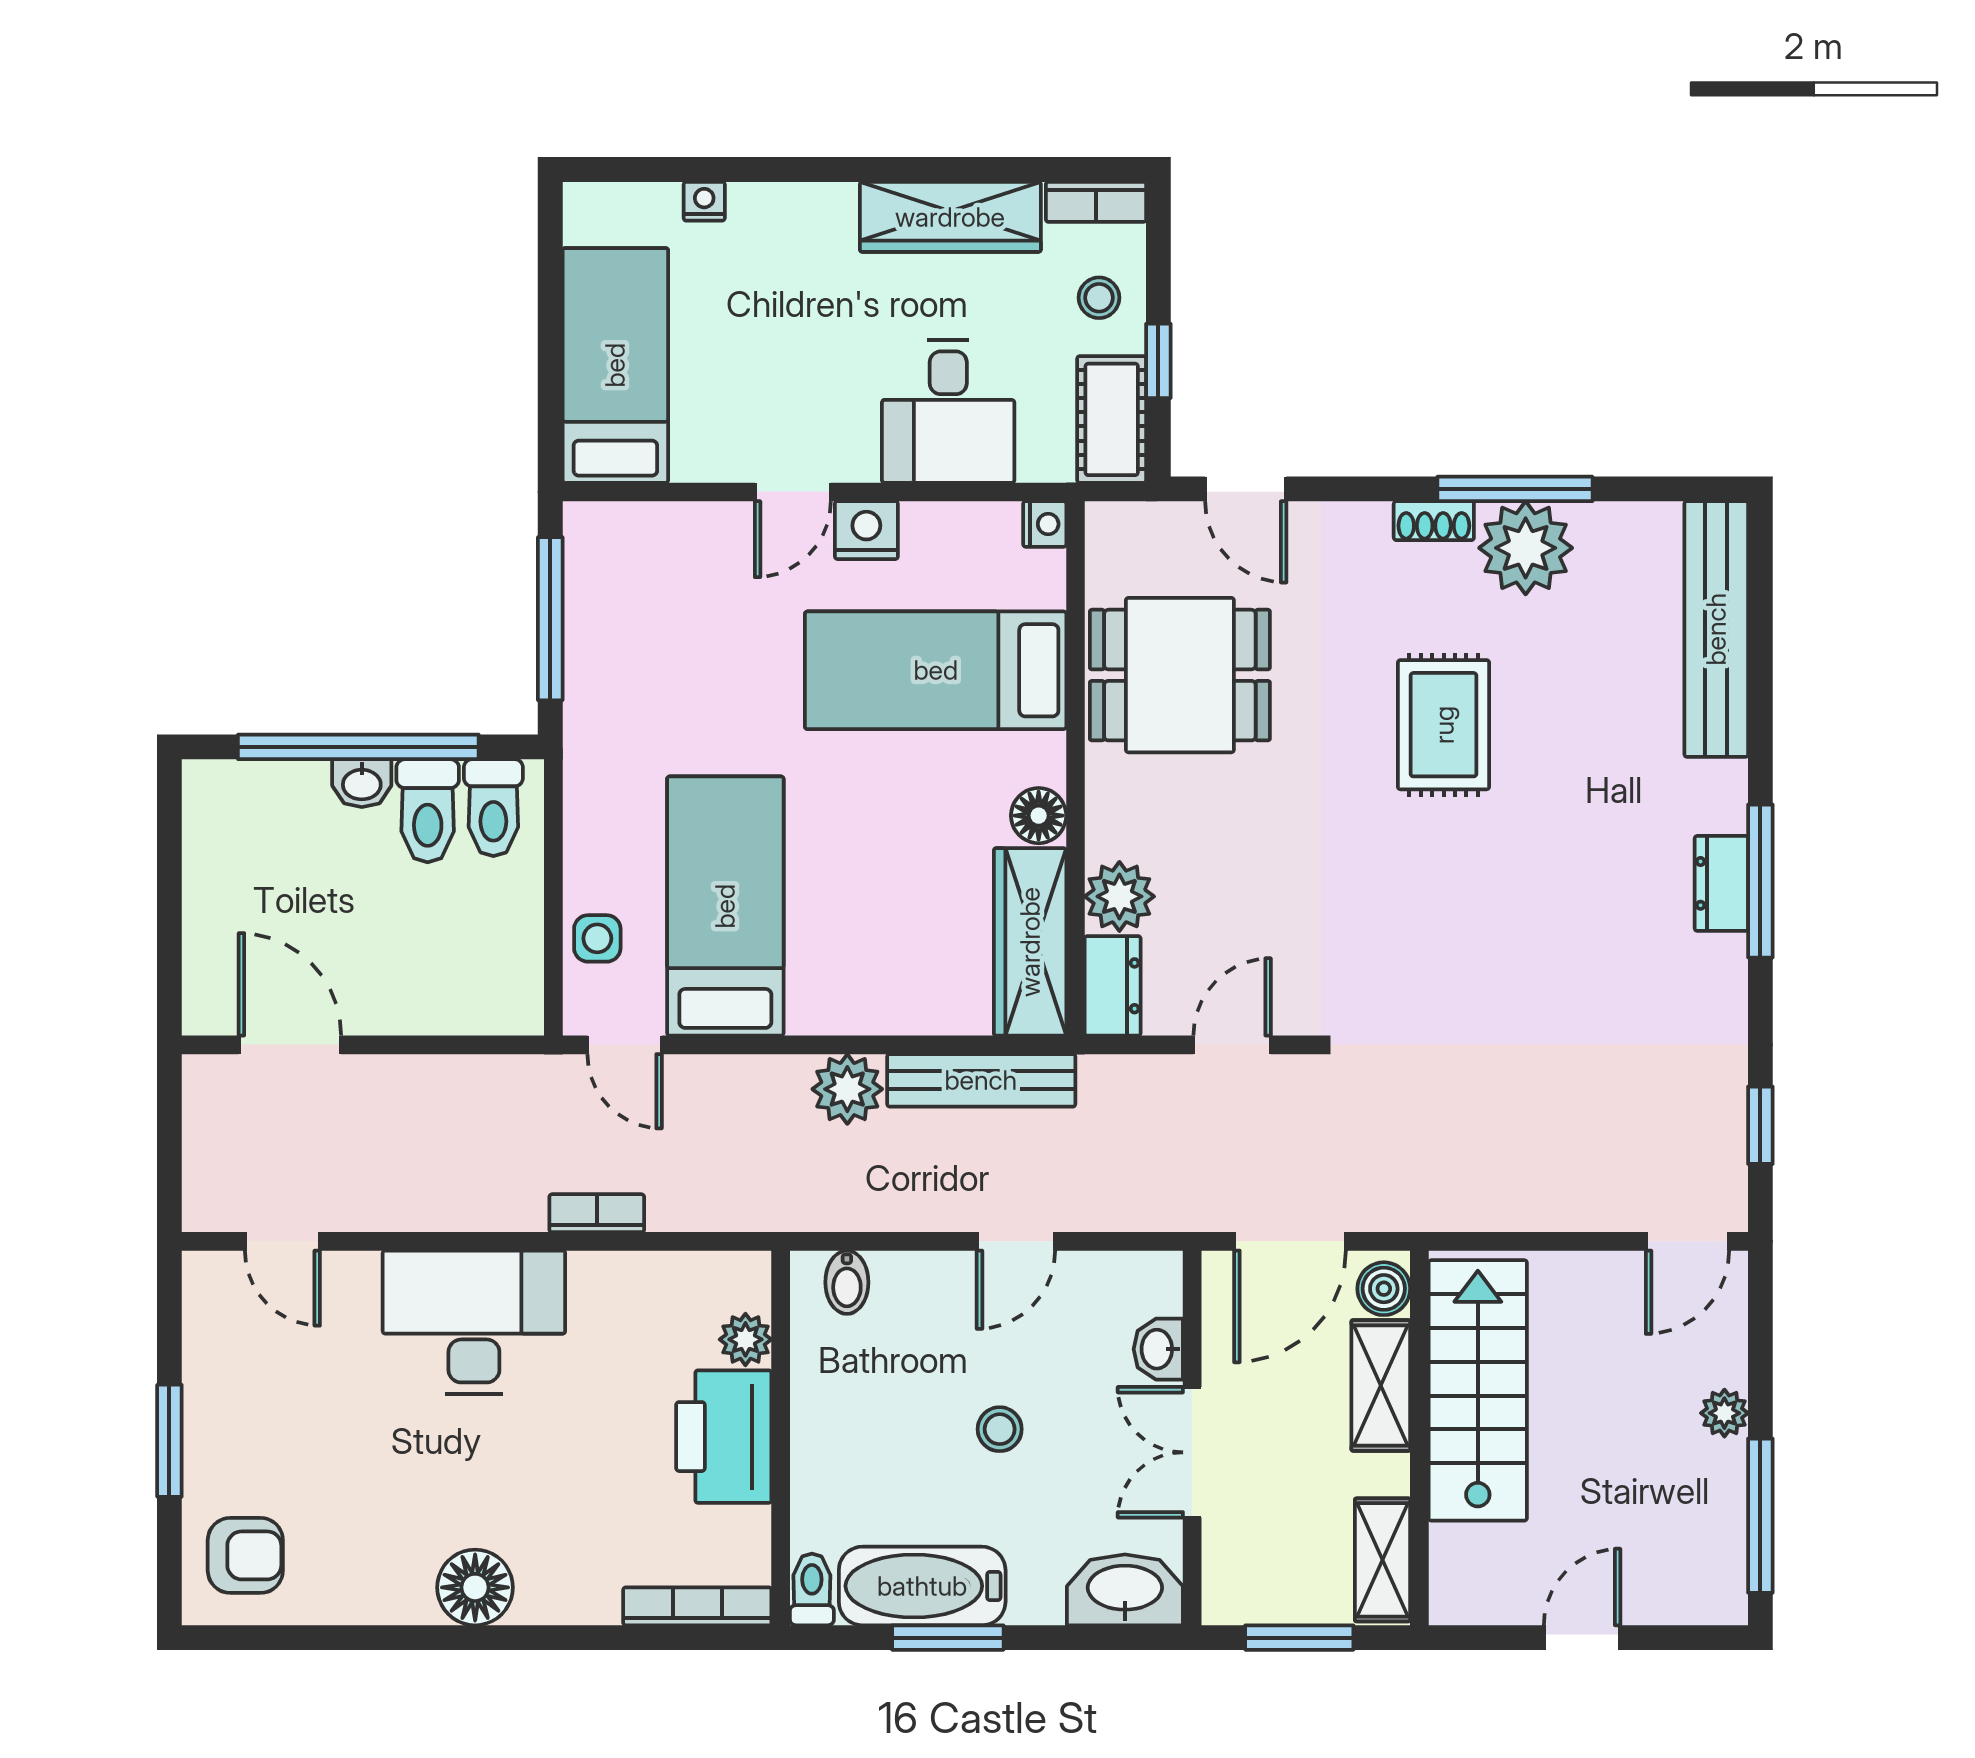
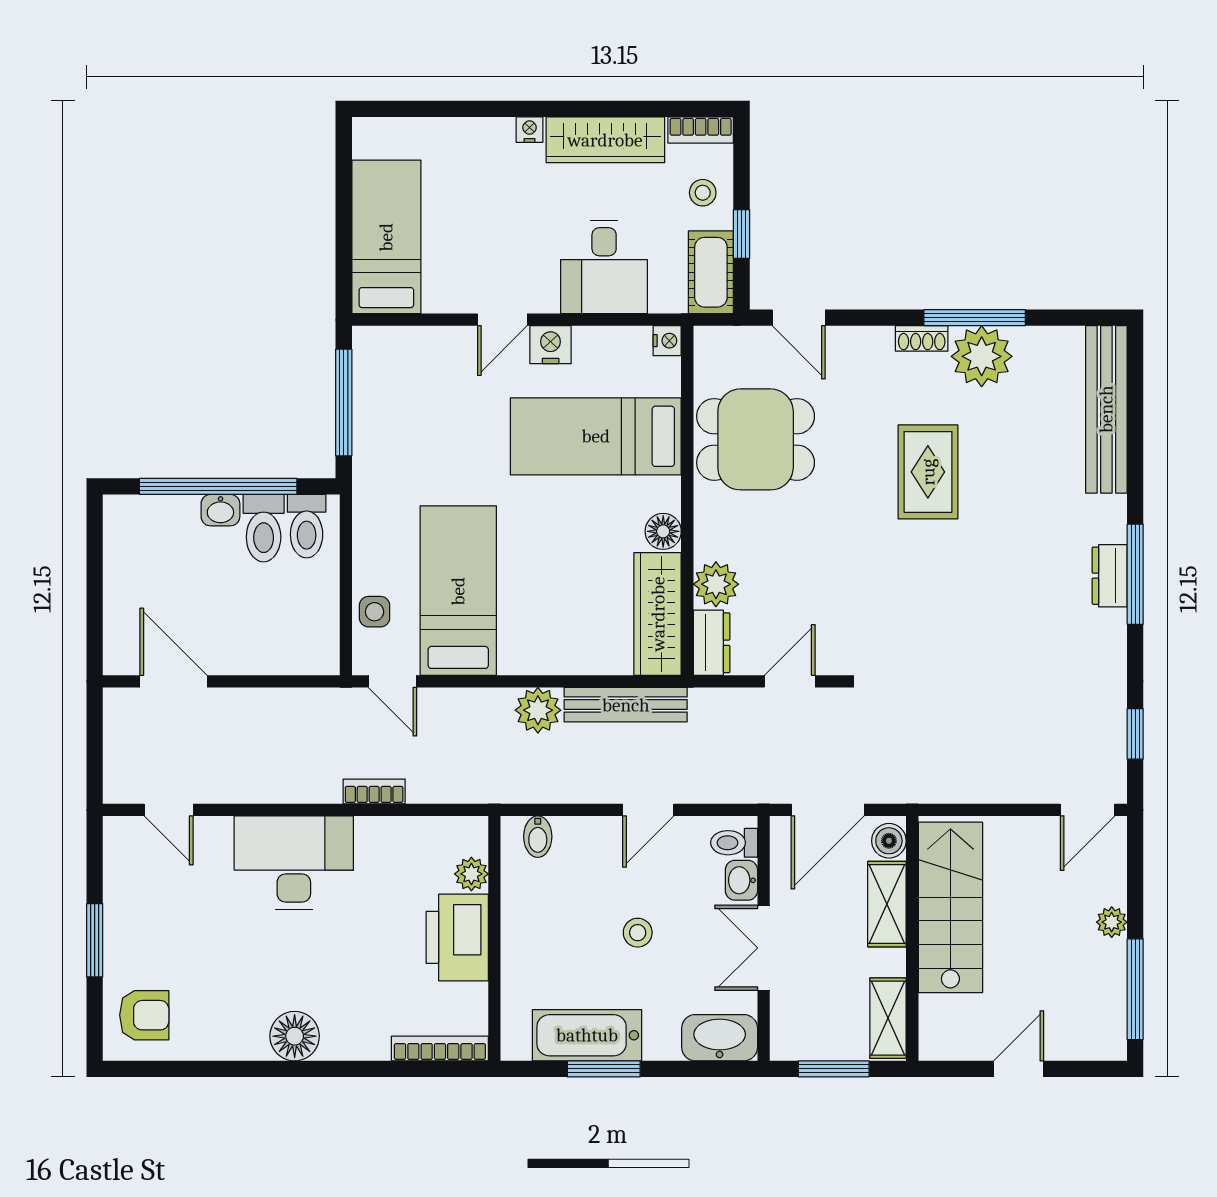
nightstand: (704, 201) -> (530, 130), moved
toilet: (812, 1589) -> (734, 843), moved, turned -90

